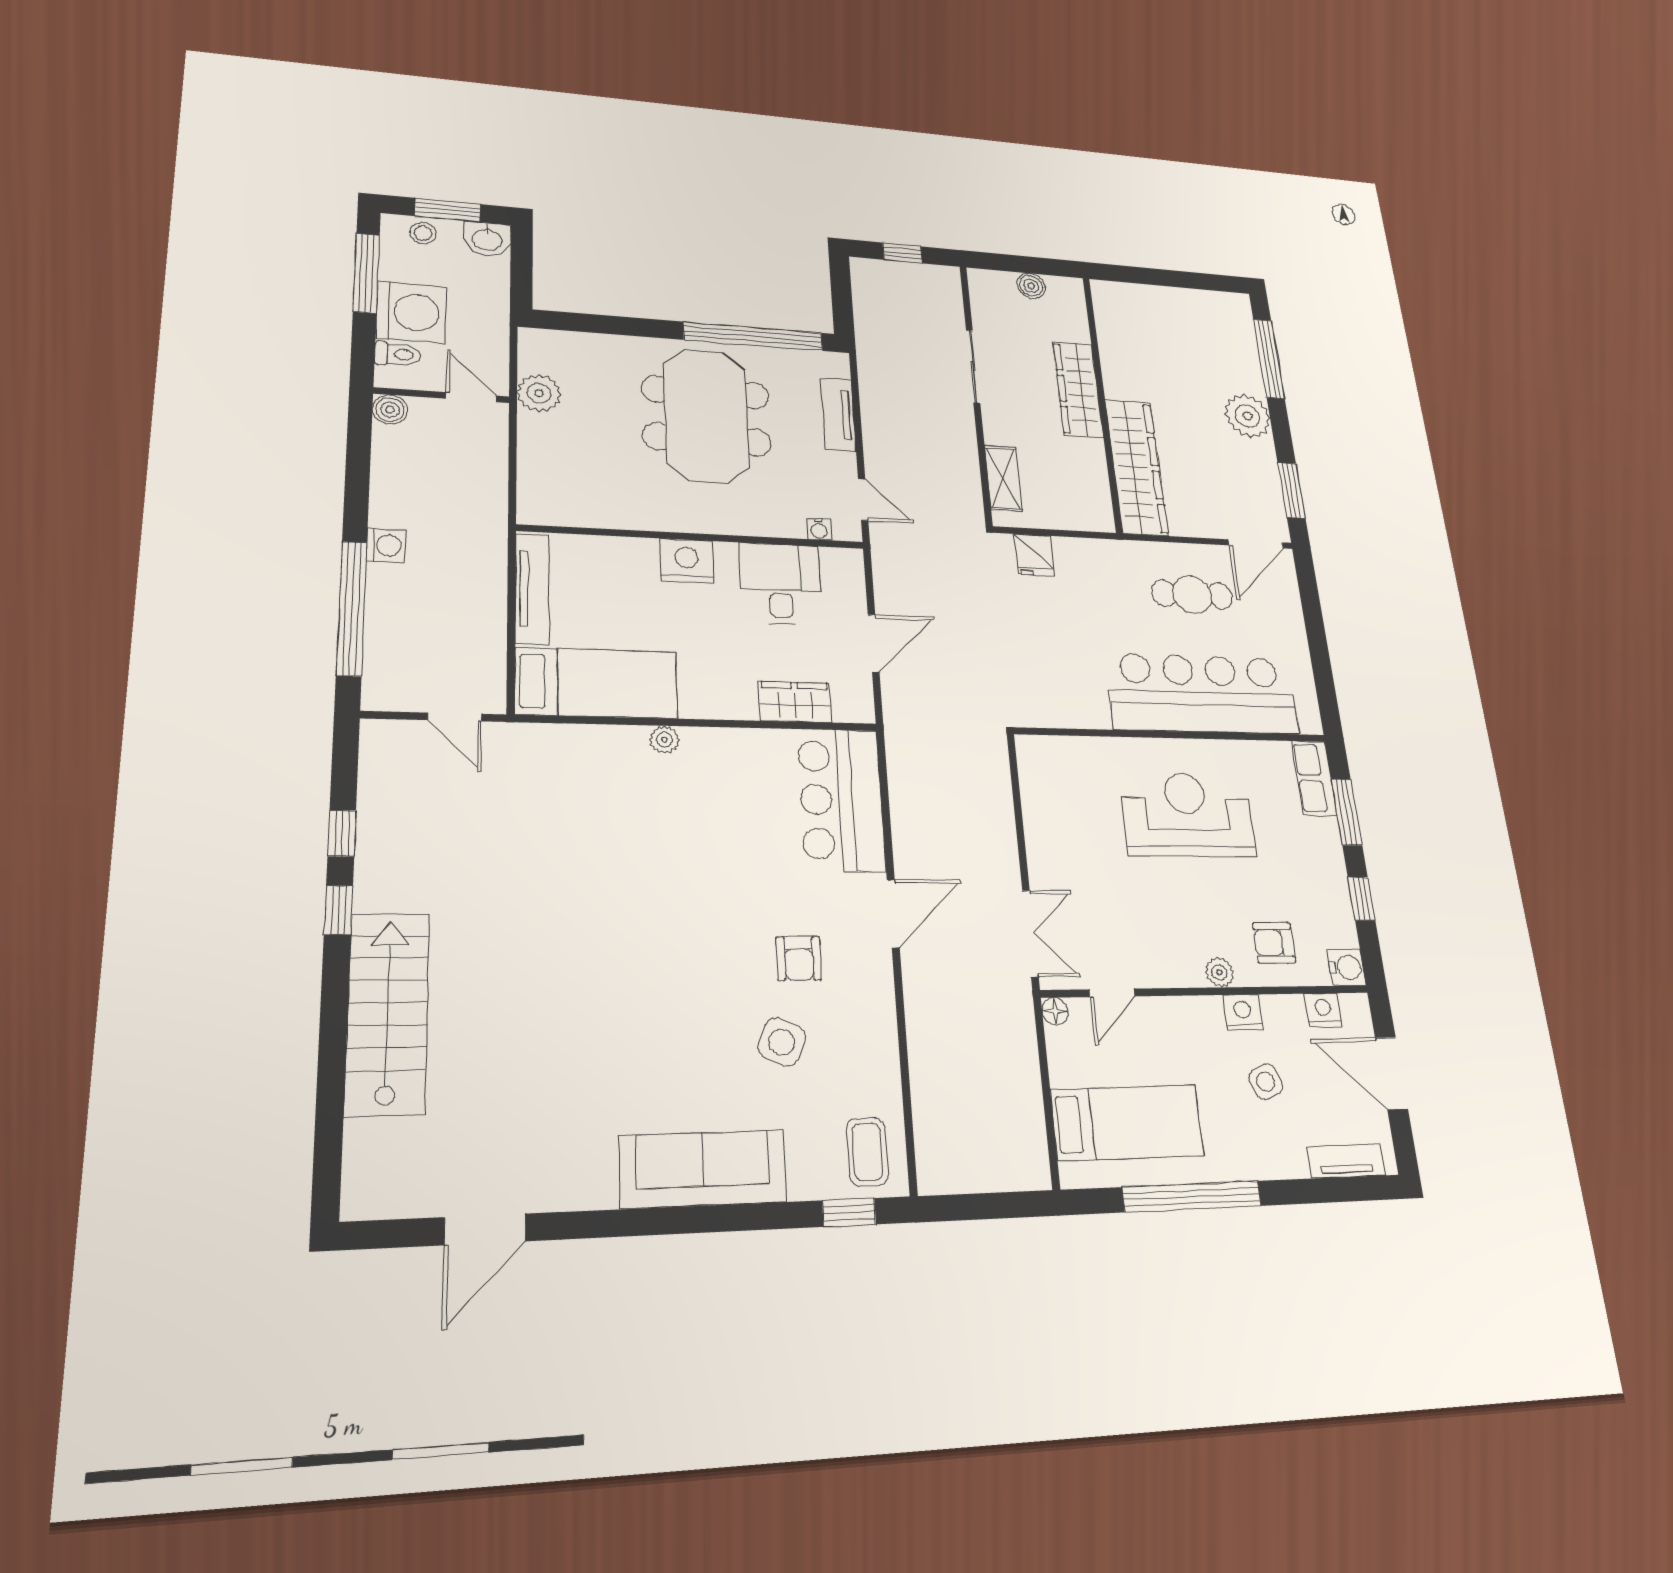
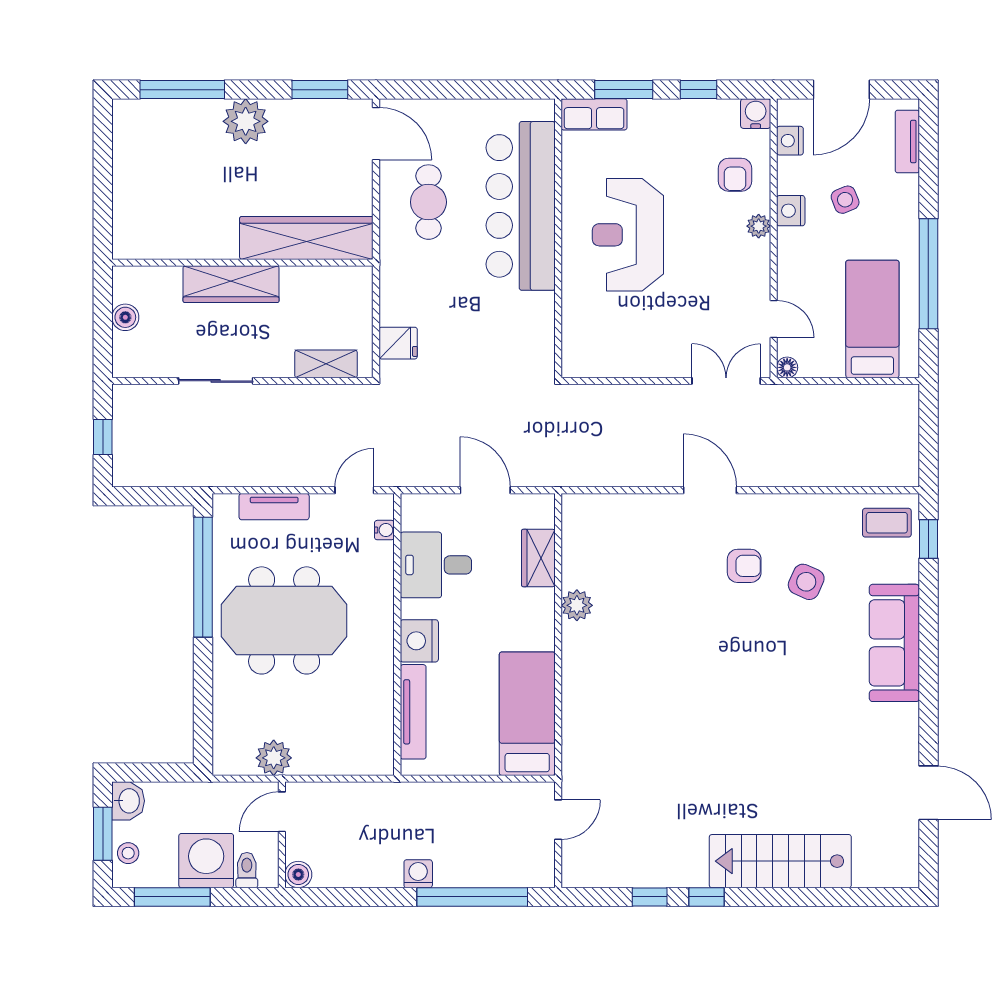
tv unit: (532, 589) -> (413, 712), moved, turned 90
plant: (664, 740) -> (577, 605), moved, width x1.38, depth x1.38
bar counter: (841, 800) -> (619, 525), removed

